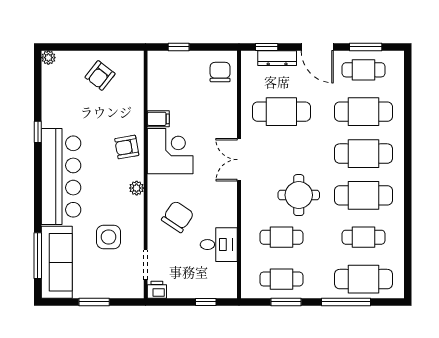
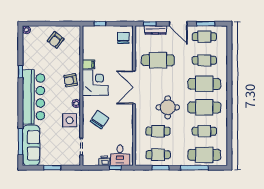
cafe table: (364, 112) -> (204, 60), width x0.73, depth x0.74
double door: (239, 160) -> (134, 87), width x1.37
side table: (109, 237) -> (70, 120), moved
desk: (219, 245) -> (120, 155), moved, turned 90
printer: (157, 290) -> (104, 161), moved

